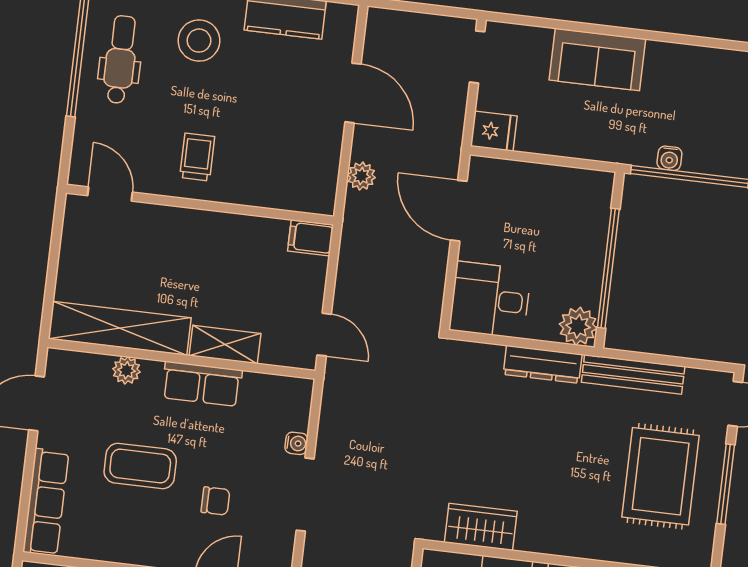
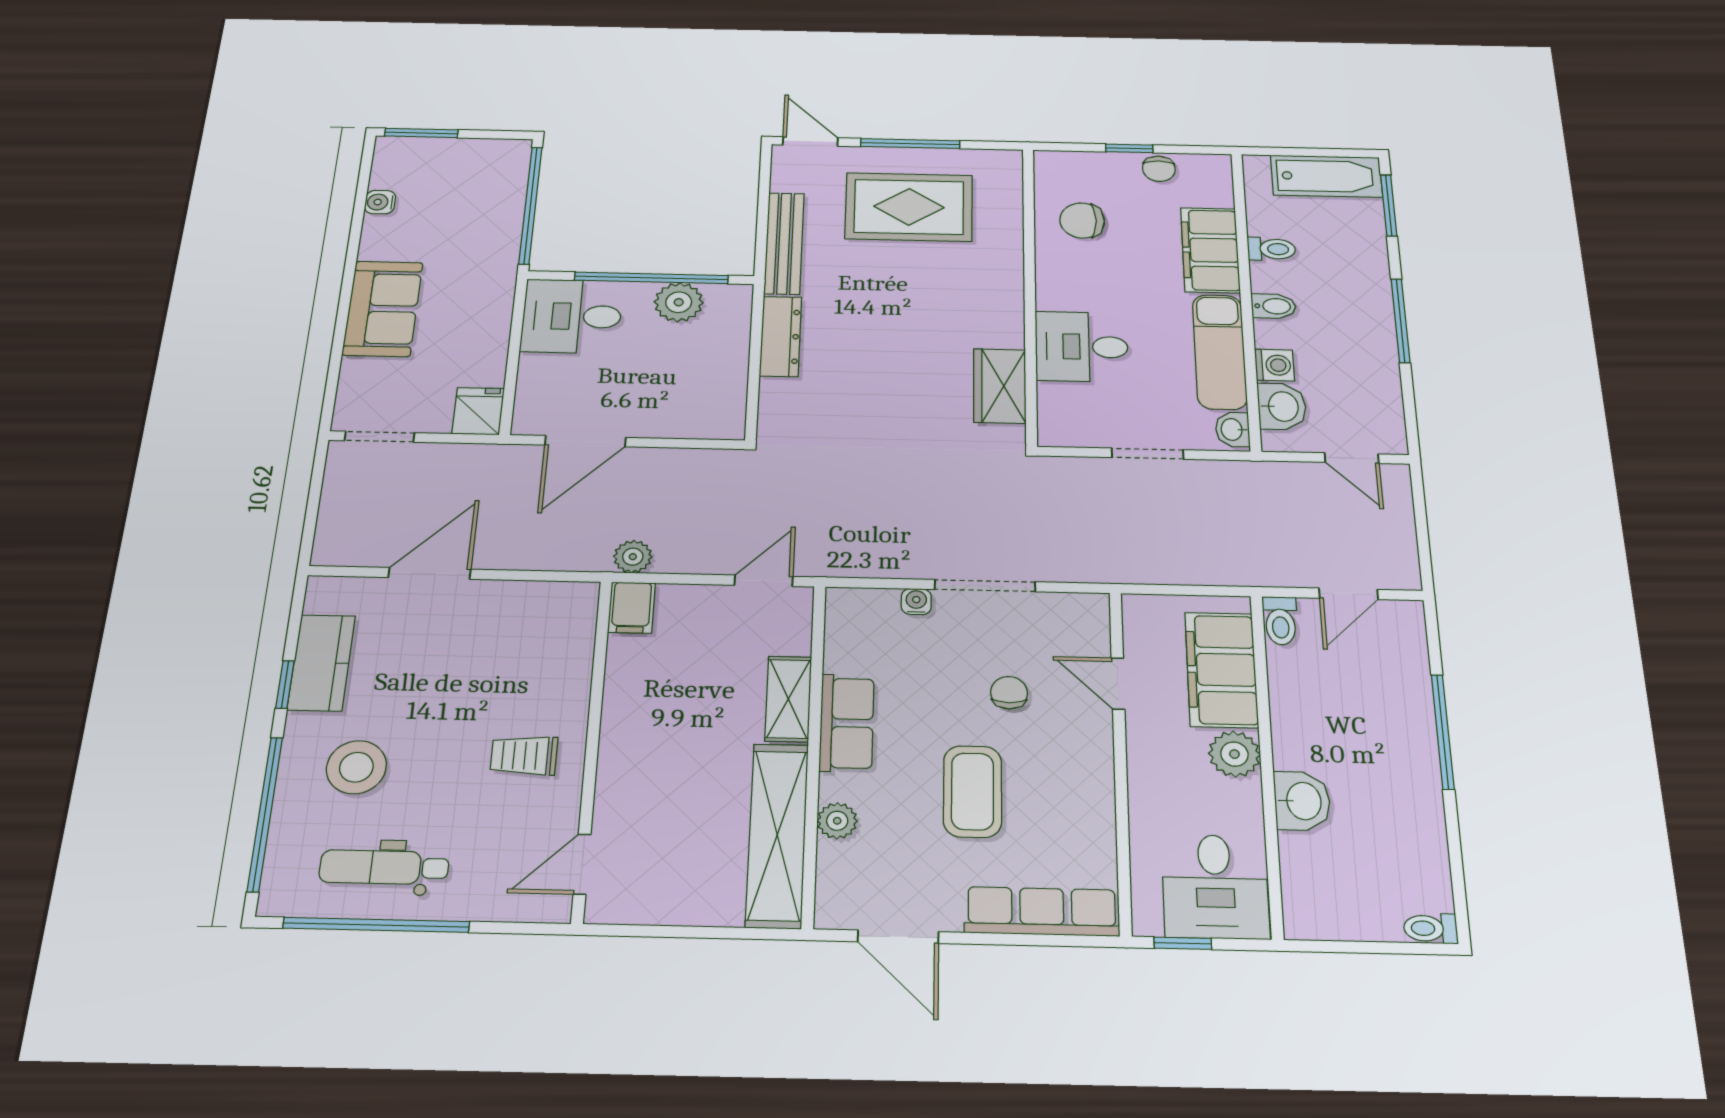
water cooler: (669, 158) -> (380, 202), moved, turned 180
plant: (361, 176) -> (633, 557), moved
desk: (490, 300) -> (572, 316), moved, turned 90
plant: (578, 326) -> (679, 302), moved

